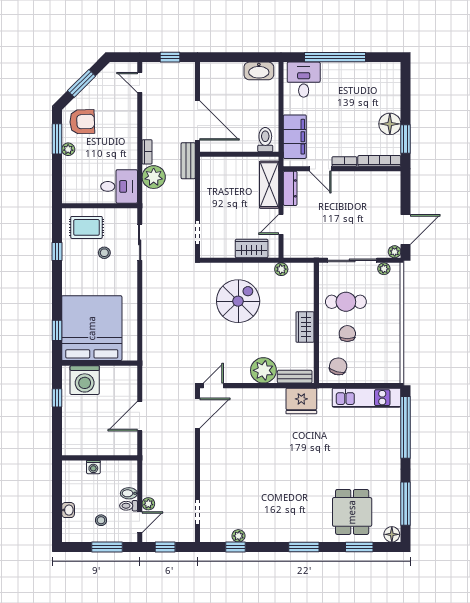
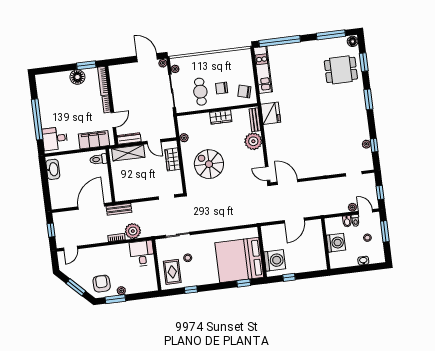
door: (140, 416) -> (294, 220), hinge flipped
washing machine: (93, 467) -> (336, 243), width x1.89, depth x1.89

